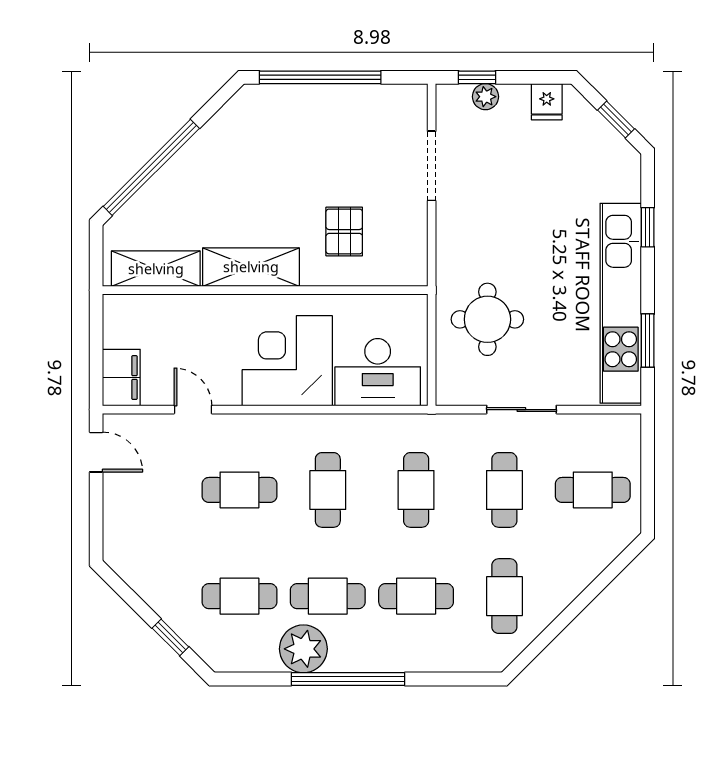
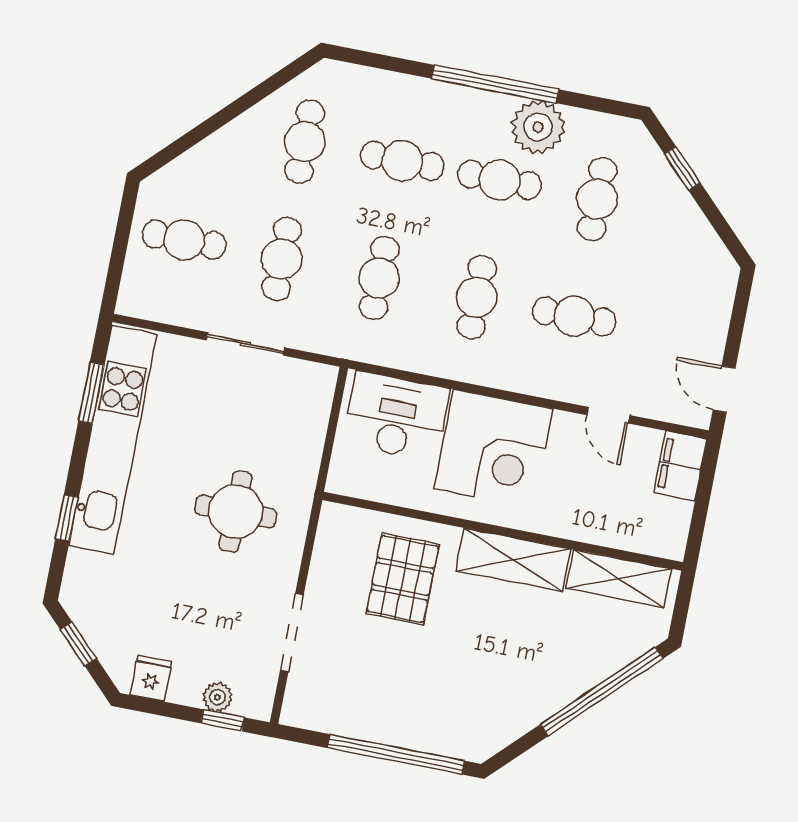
pallet: (344, 231) -> (403, 579), width x1.50, depth x1.42
round table: (487, 319) -> (236, 512), moved
cafe table: (239, 596) -> (597, 199), turned 90

